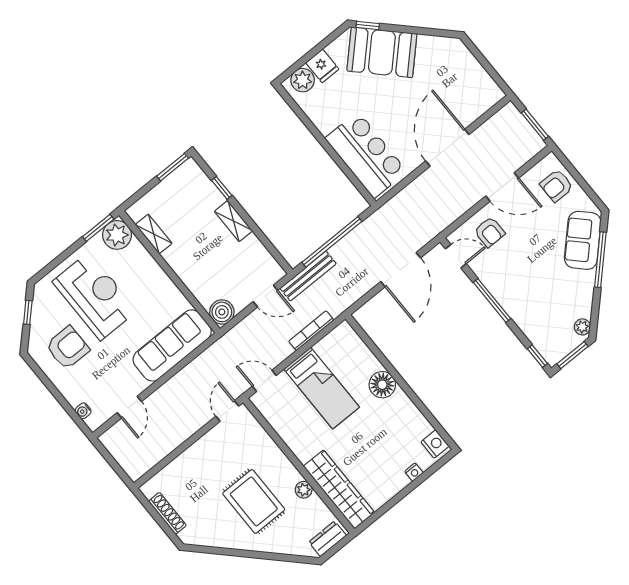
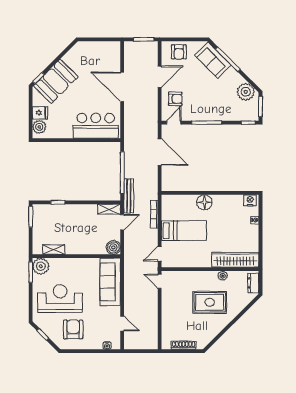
shelving: (233, 221) -> (109, 209), moved
plant: (582, 327) -> (246, 92), width x1.88, depth x1.88

